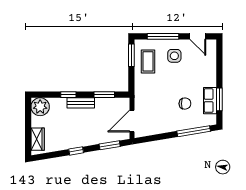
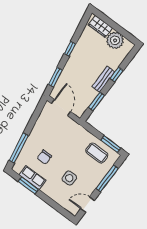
side table: (174, 56) -> (69, 178), moved
plant: (40, 107) -> (115, 40), moved

